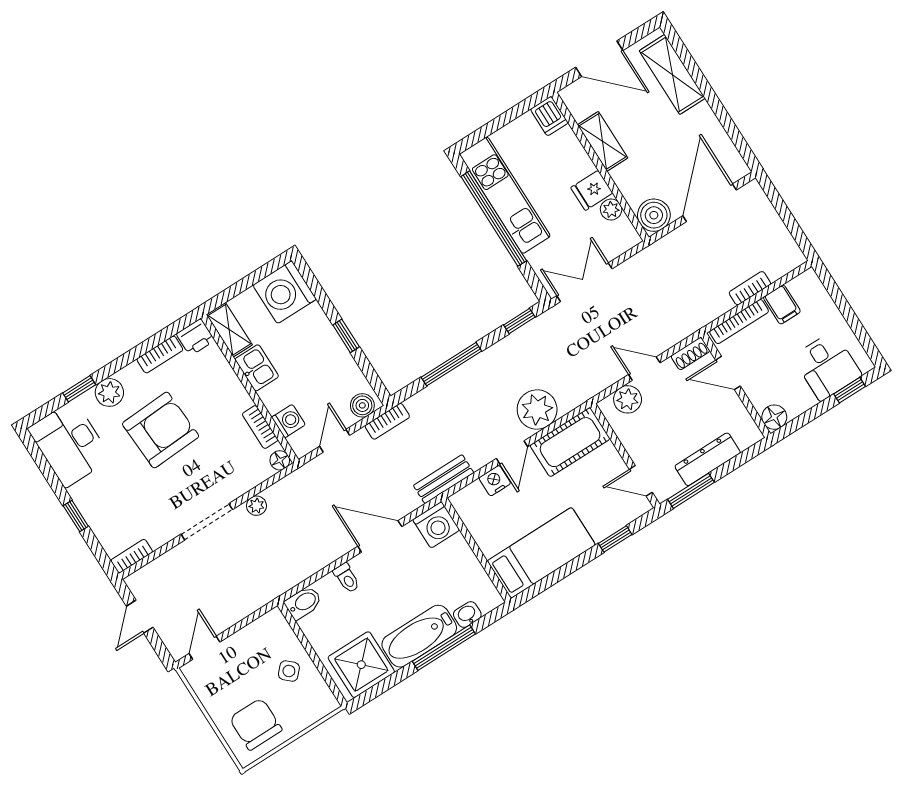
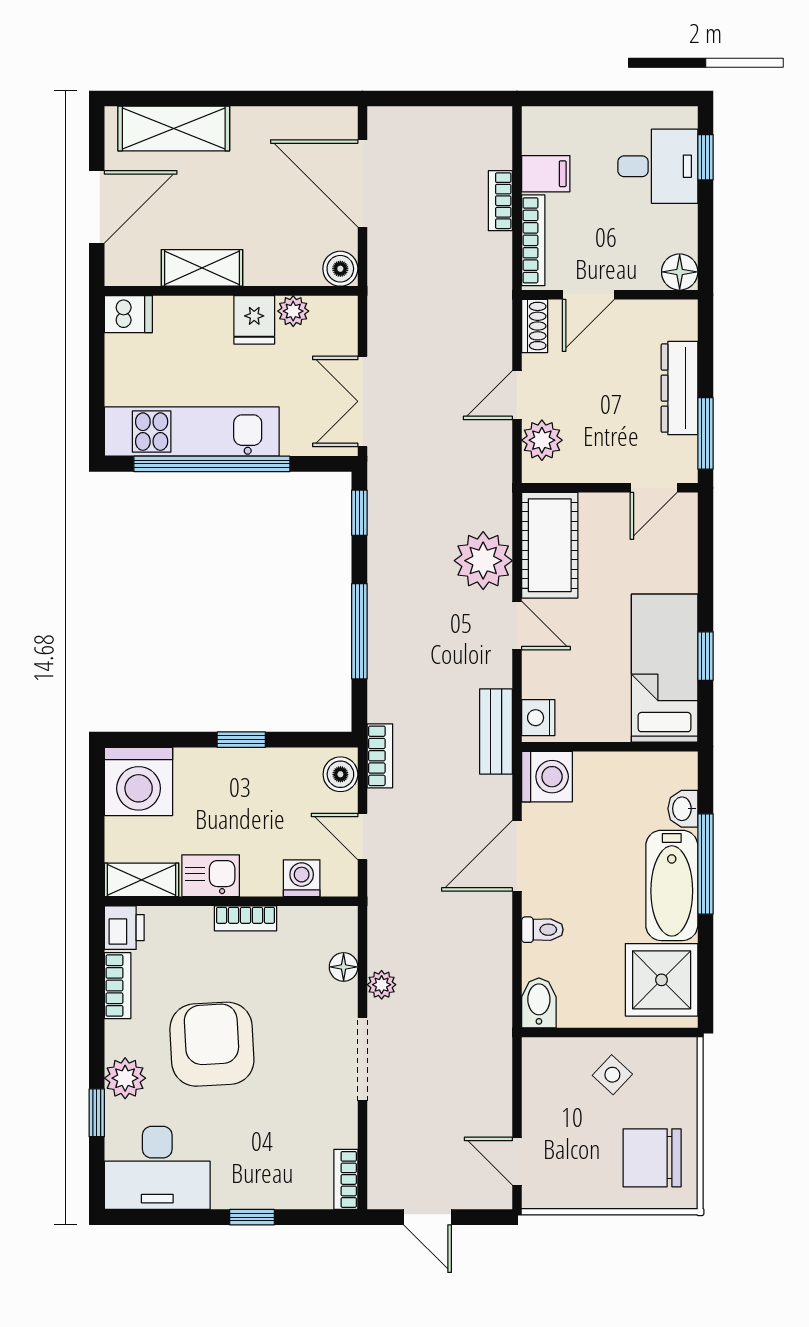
boiler: (654, 215) -> (340, 269), width x0.73, depth x0.73
bookcase: (260, 427) -> (245, 918), moved
floor lamp: (280, 460) -> (344, 967), moved
nightstand: (495, 481) -> (538, 718), moved
window: (615, 539) -> (705, 656), moved

